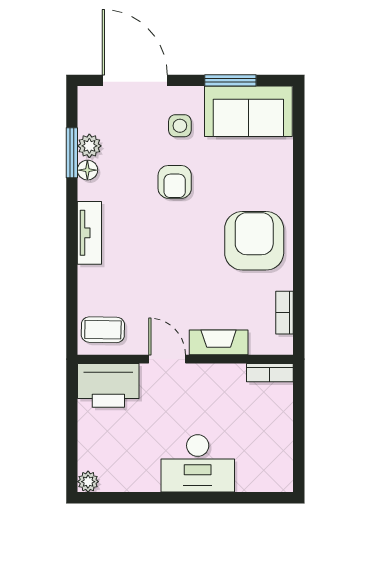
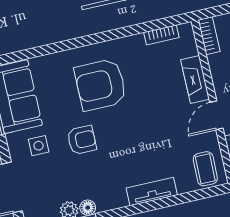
tv unit: (89, 233) -> (152, 192), moved
armchair: (254, 241) -> (101, 85), moved

